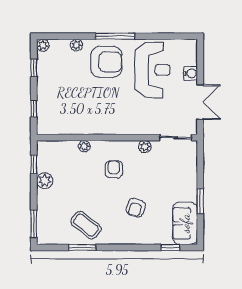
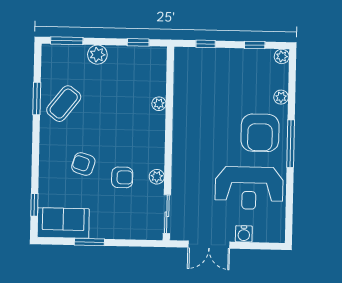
armchair: (114, 169) -> (122, 177), moved
plant: (45, 181) -> (97, 55), moved

